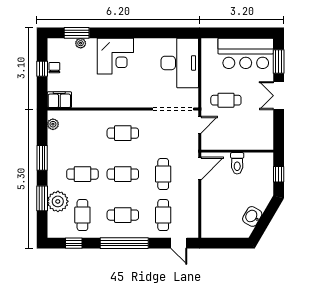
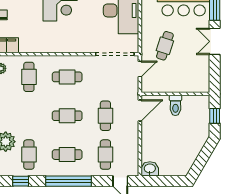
cafe table: (226, 100) -> (165, 46), turned -72
cafe table: (82, 174) -> (29, 77), moved, turned 90
washbasin: (252, 216) -> (150, 169), moved, turned 60

